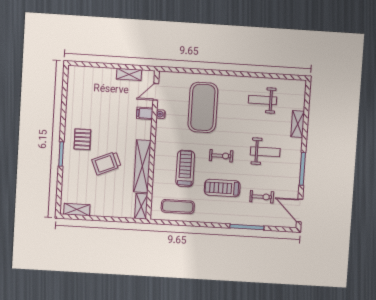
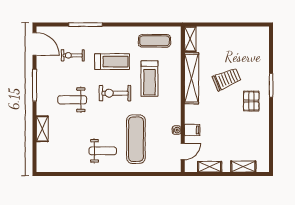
weight bench: (262, 100) -> (103, 151), moved
exercise mat: (203, 107) -> (136, 139), width x0.68
exercise bike: (221, 156) -> (115, 93), width x1.38, depth x1.39
shelving: (77, 209) -> (243, 167), moved

